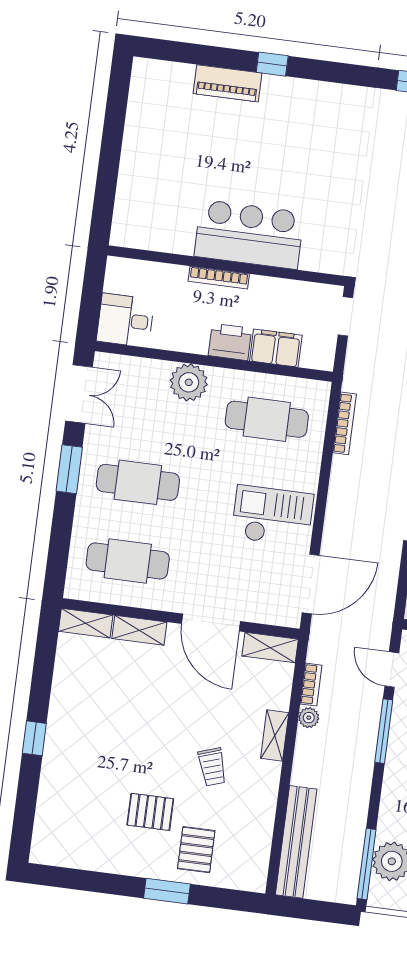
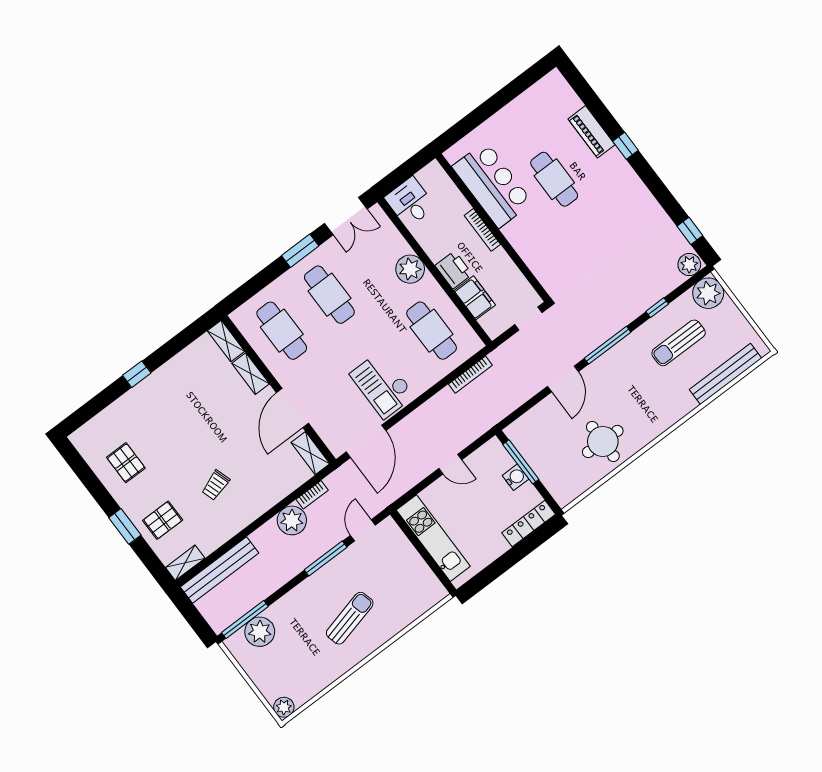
cafe table: (238, 163) -> (554, 179), added
bar counter: (249, 234) -> (492, 185), moved
checkout: (272, 516) -> (382, 385), turned 180
door: (311, 584) -> (366, 441), hinge flipped
plant: (309, 718) -> (292, 520), width x1.87, depth x1.87
shelving: (275, 735) -> (185, 563), moved
pallet: (150, 812) -> (126, 463), moved

